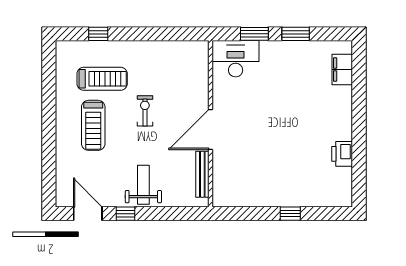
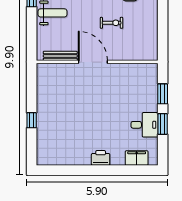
desk: (236, 59) -> (144, 125), moved, width x0.73
exercise bike: (145, 111) -> (112, 23), moved
printer: (342, 154) -> (101, 158), moved

